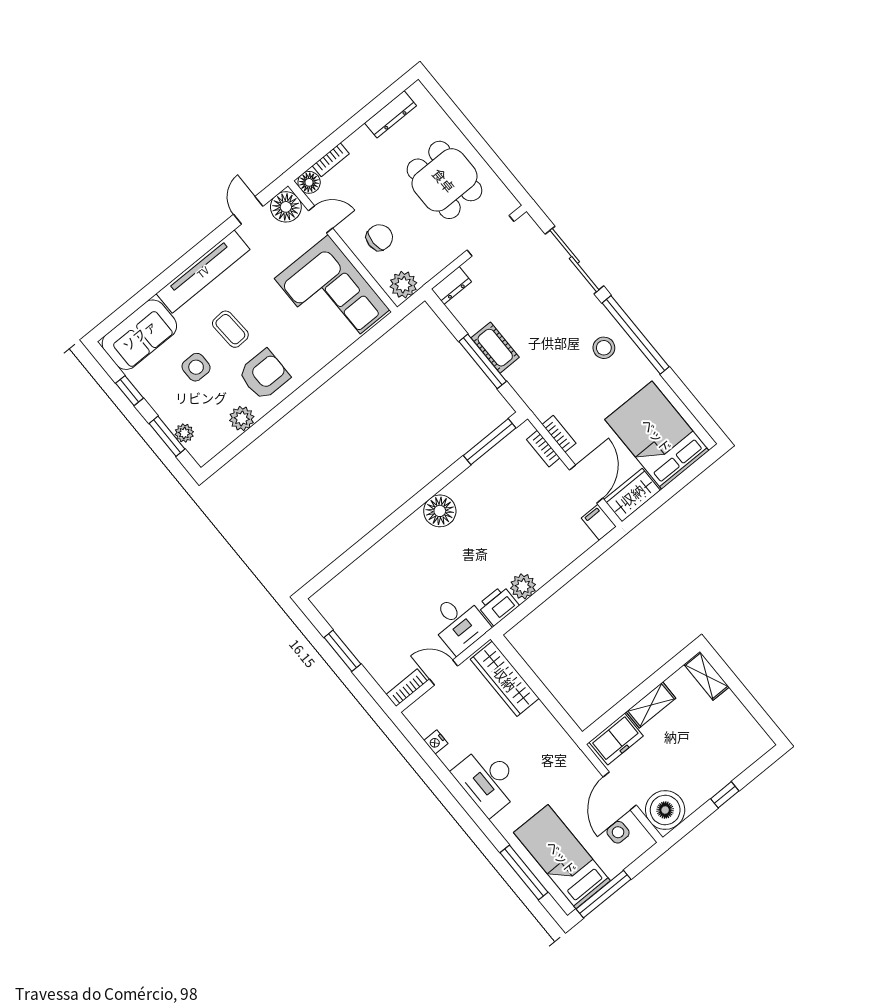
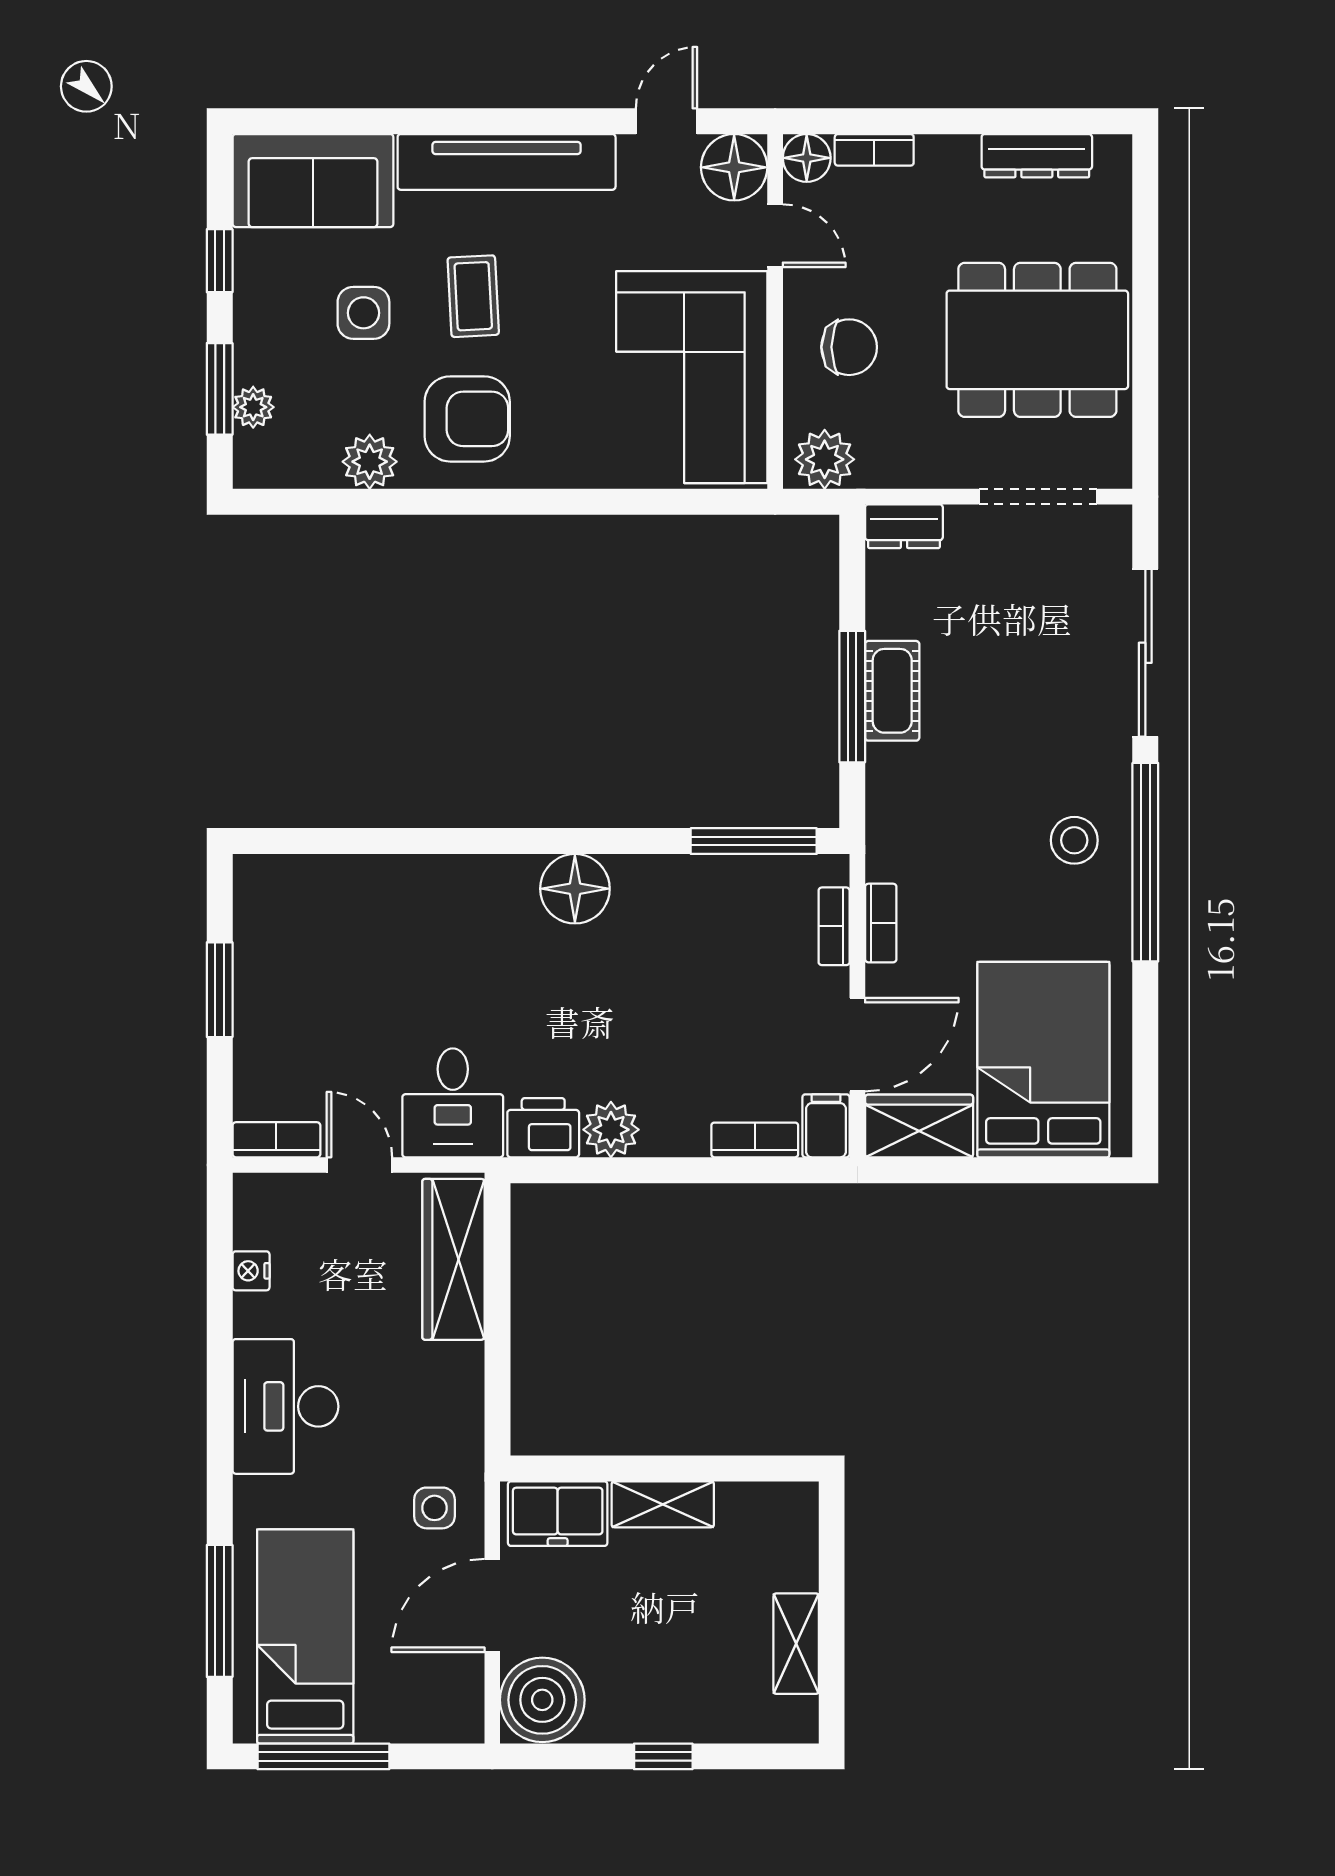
dining table: (444, 180) -> (1037, 340), width x1.38
bookcase: (577, 548) -> (755, 1140), added
shelving: (707, 676) -> (796, 1644), moved
side table: (618, 832) -> (434, 1508), moved

